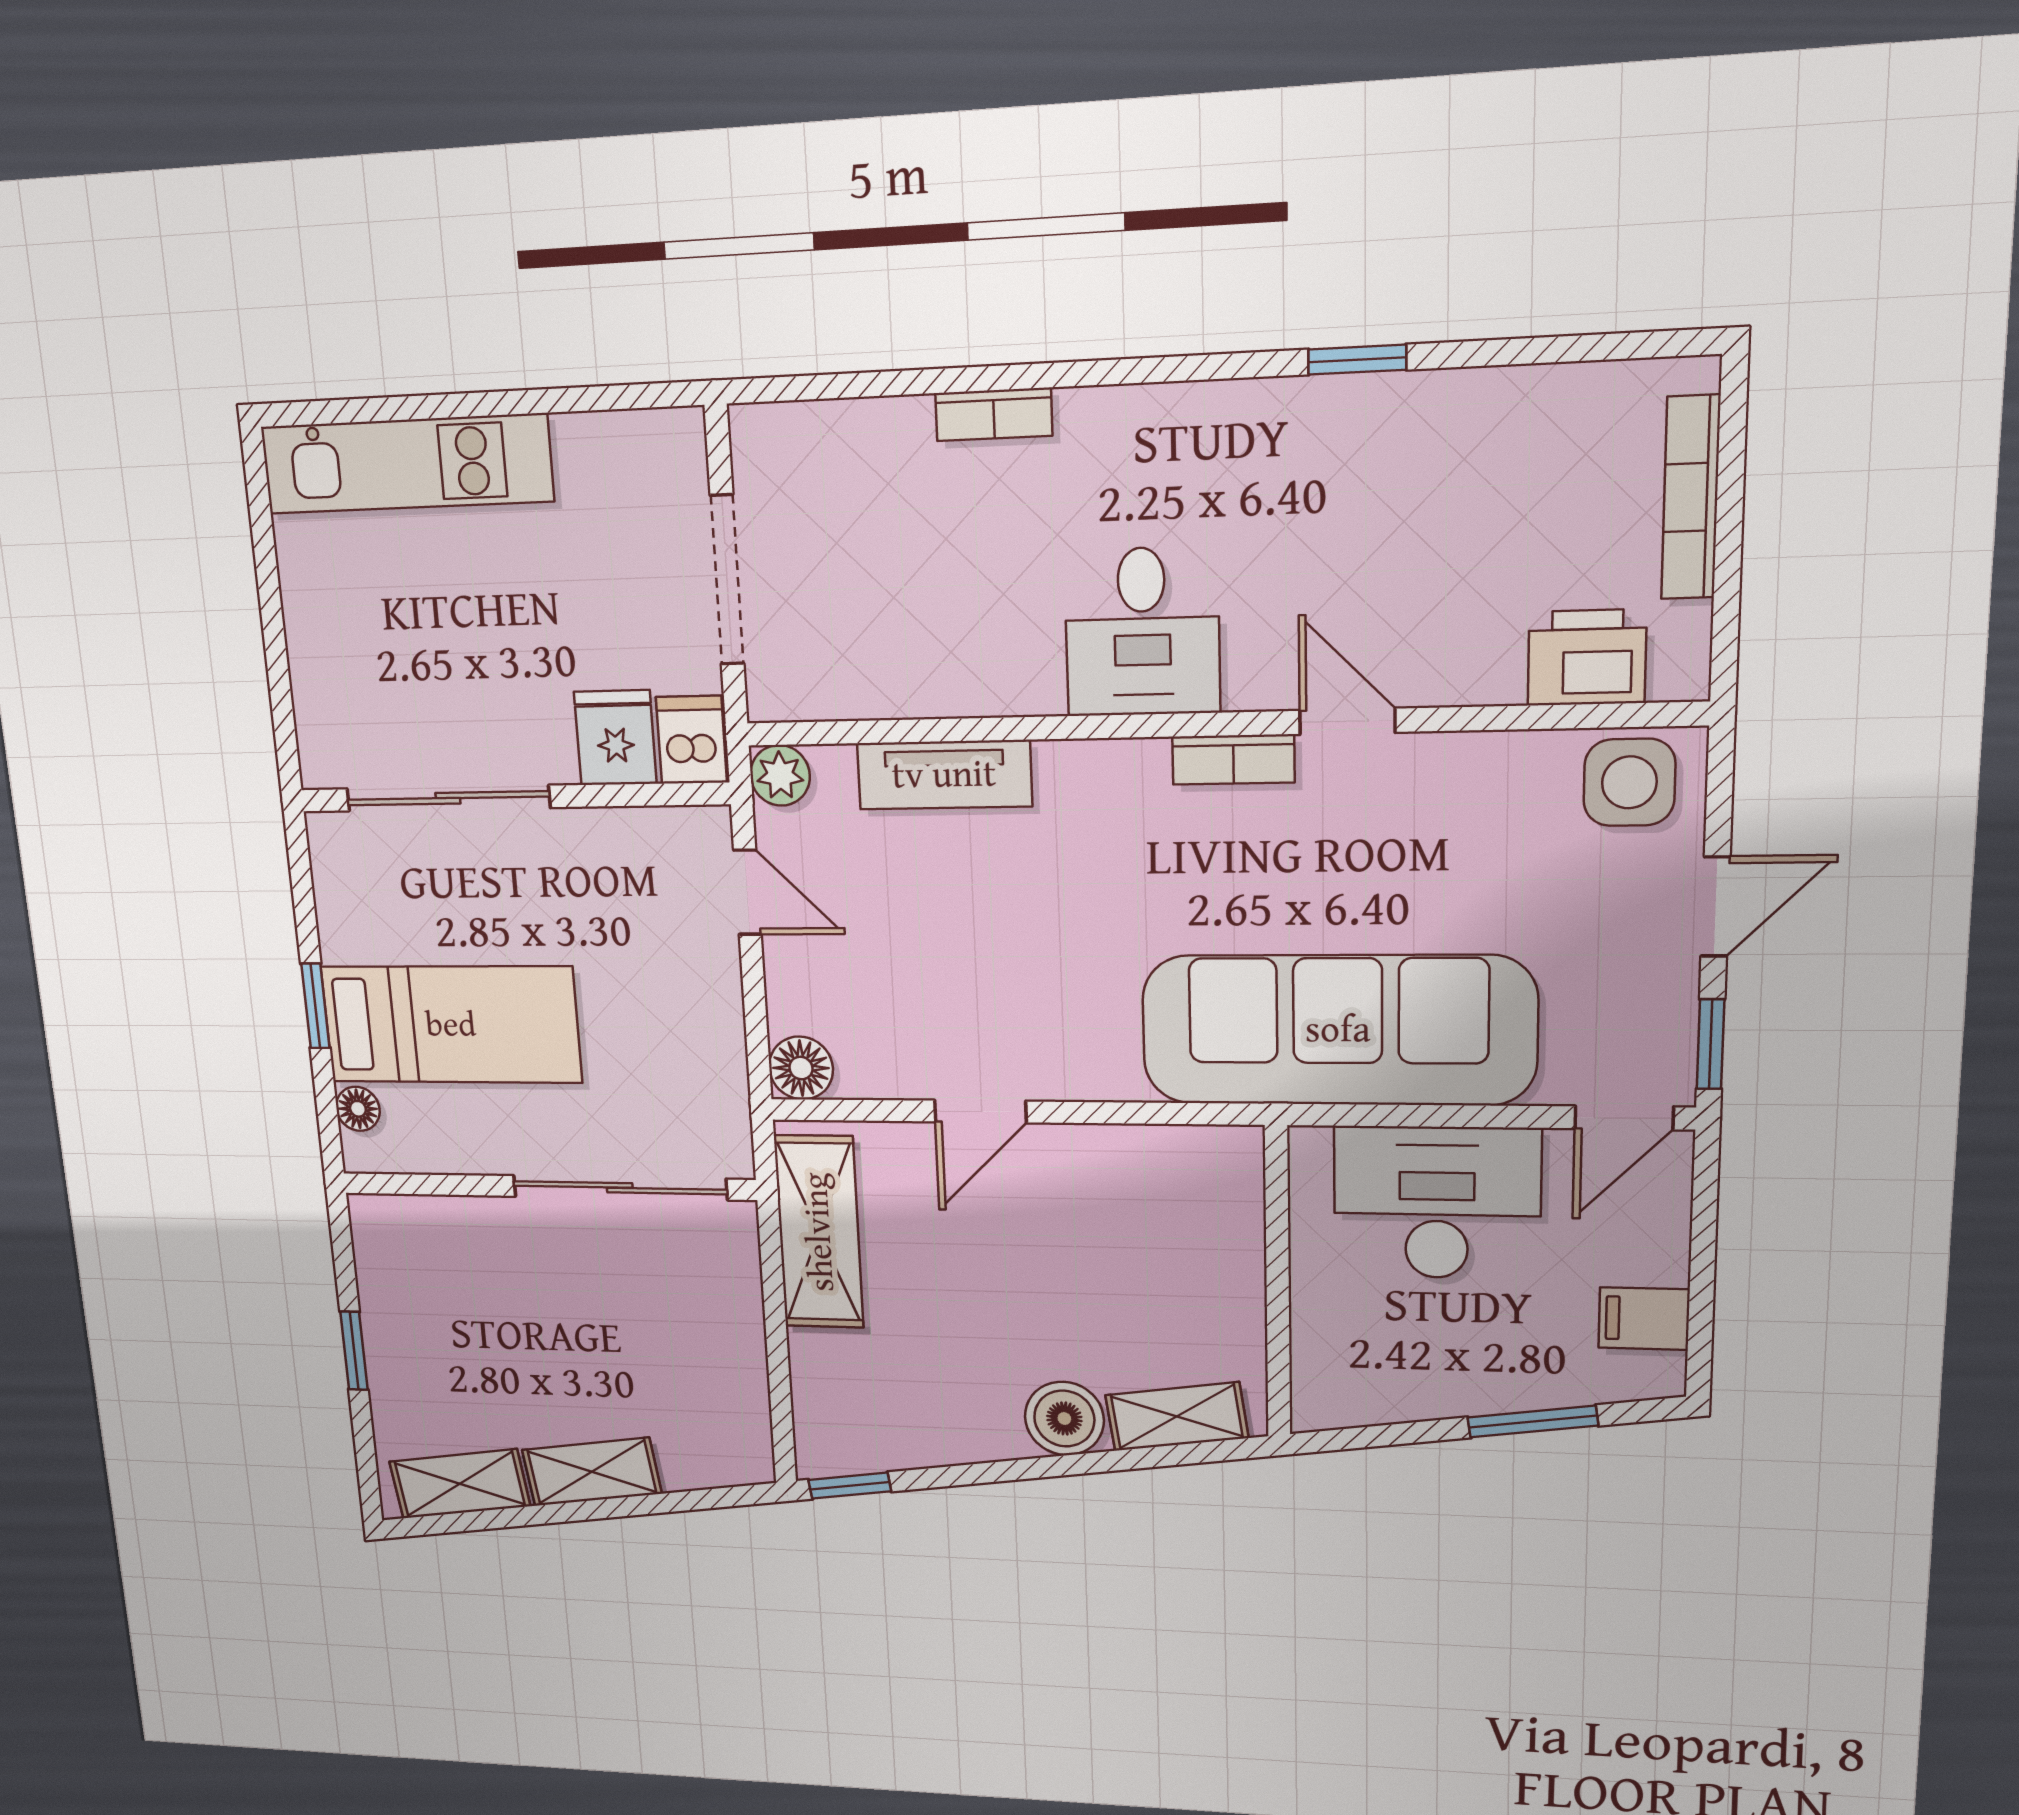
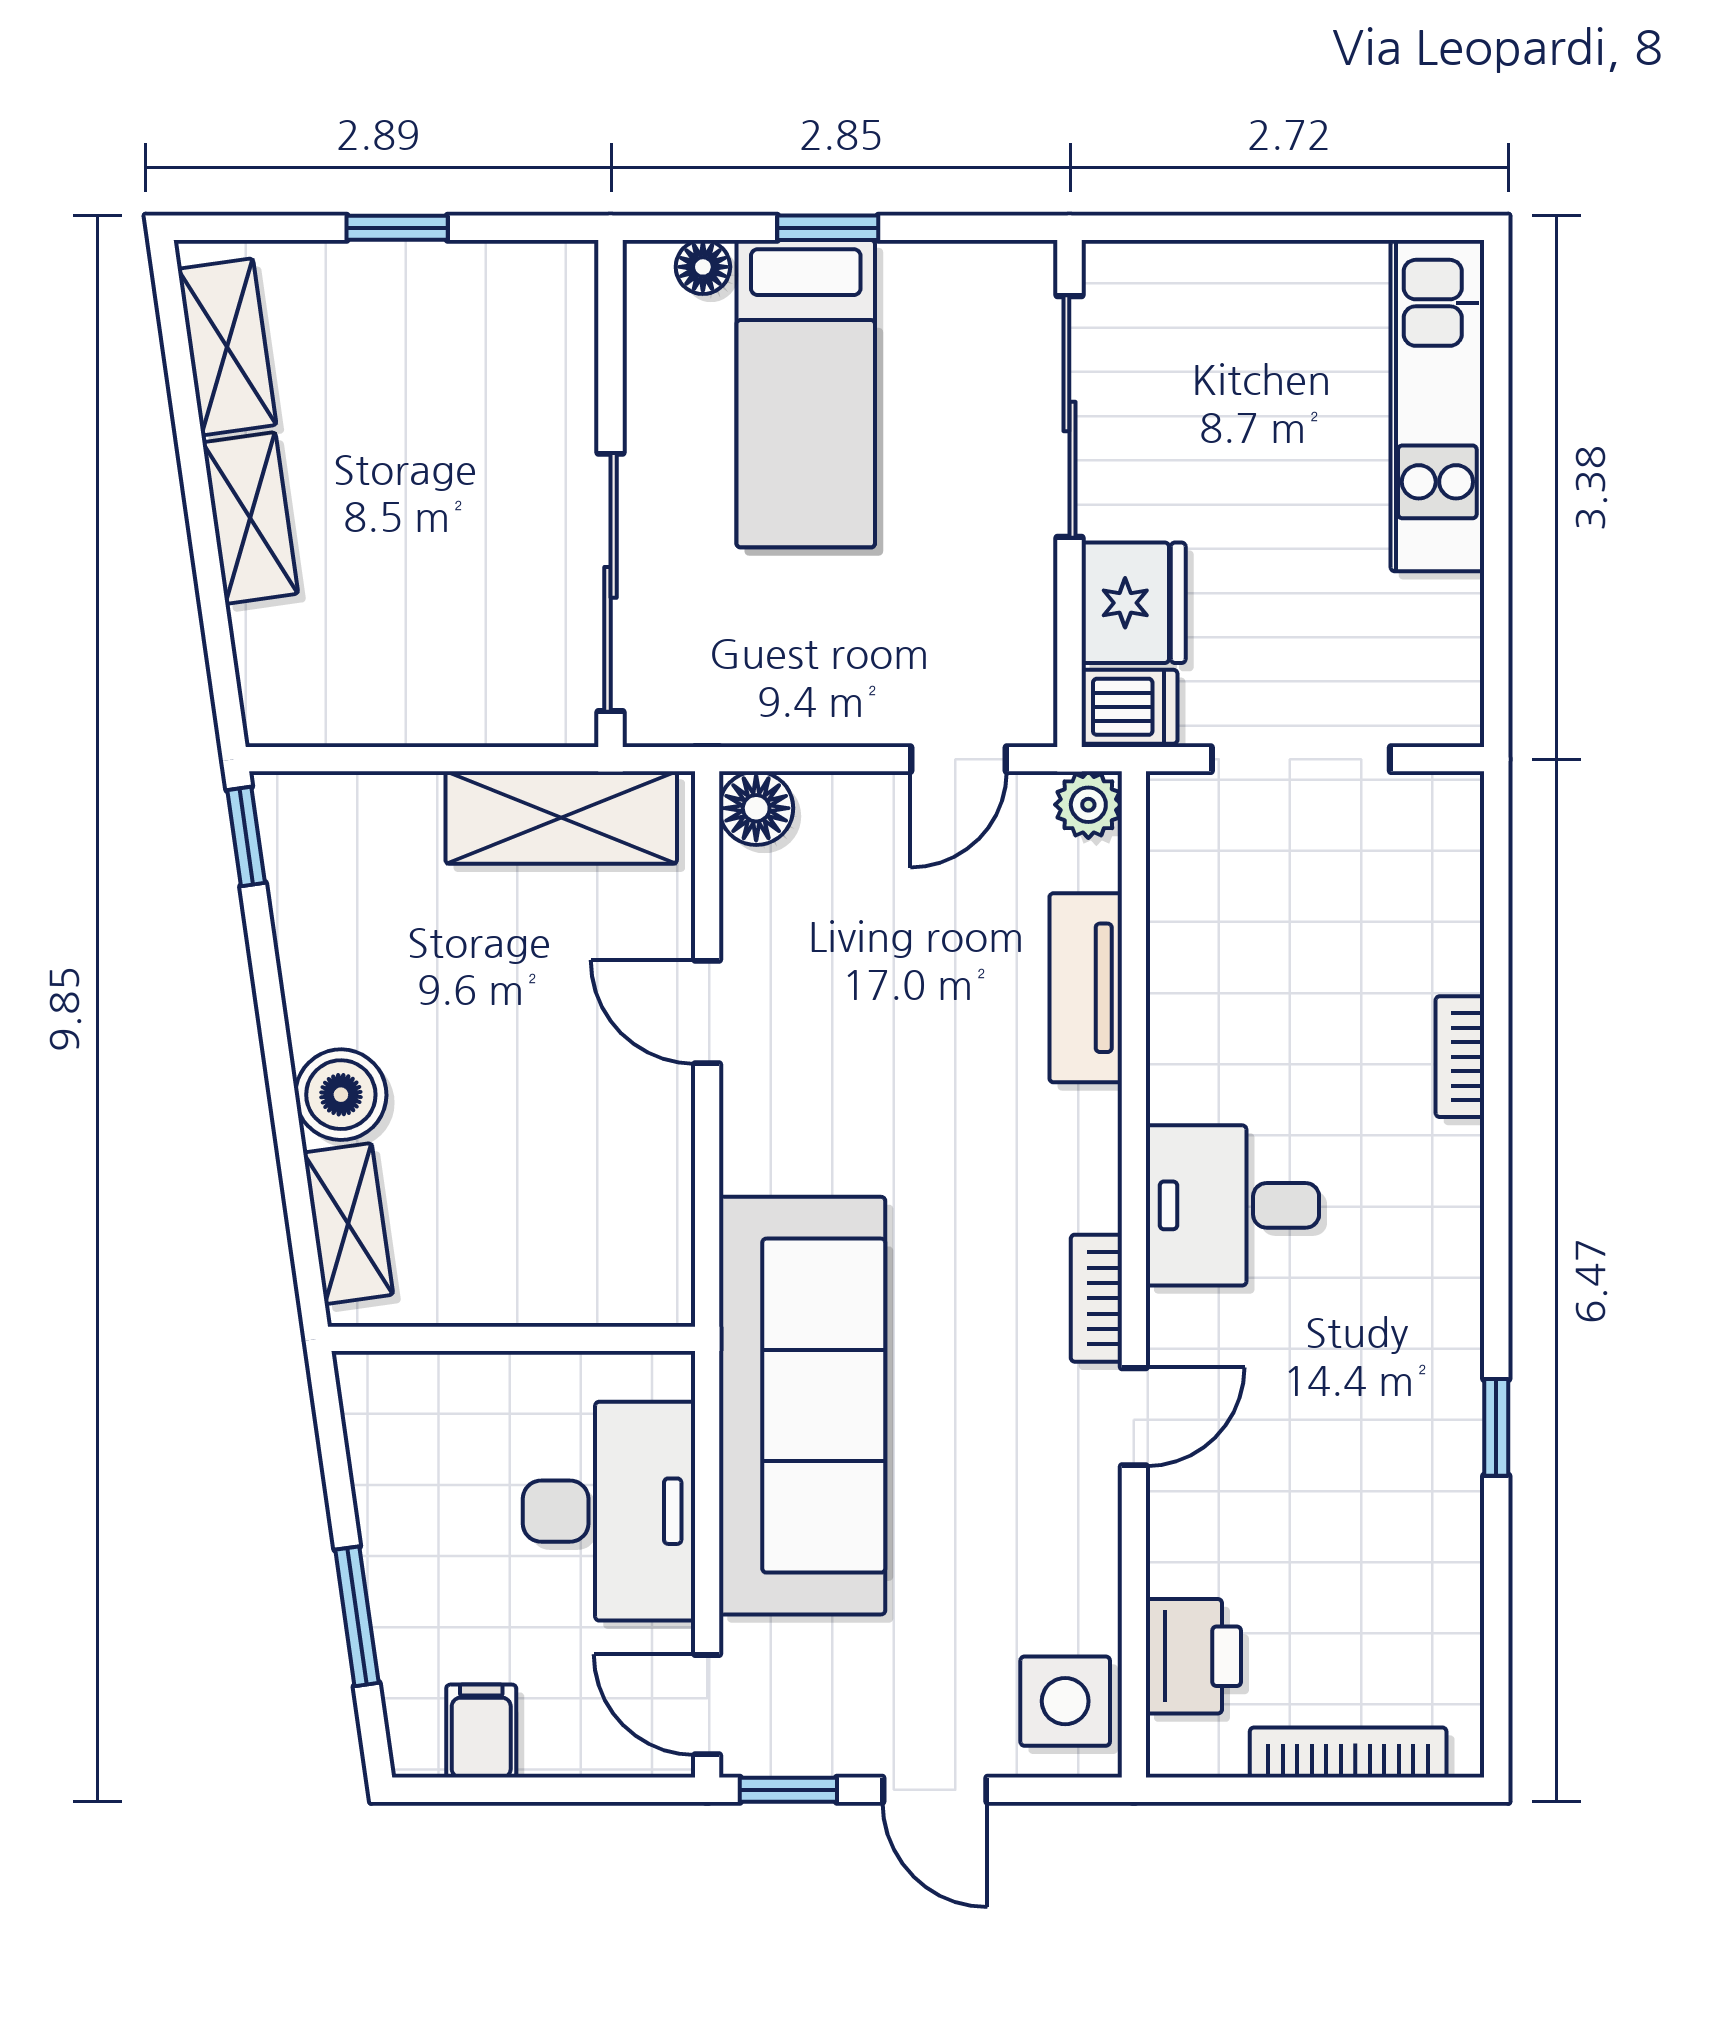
fridge: (615, 738) -> (1134, 603), width x1.38

